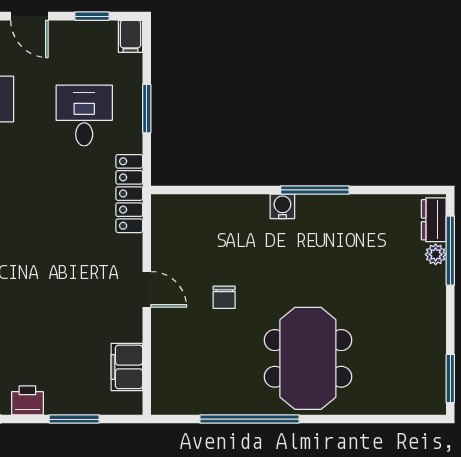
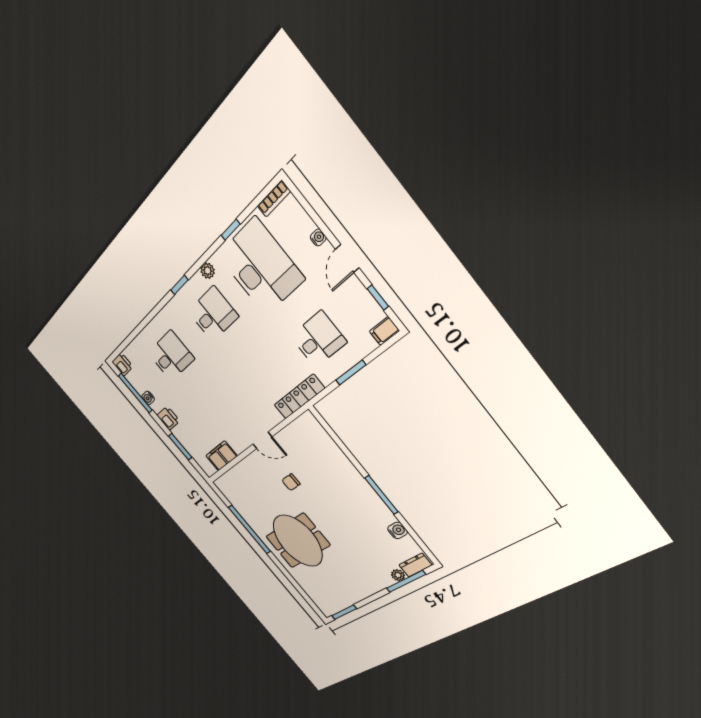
water cooler: (282, 206) -> (397, 530), moved
door: (147, 289) -> (262, 440), hinge flipped
meeting table: (308, 358) -> (298, 541), turned 90

